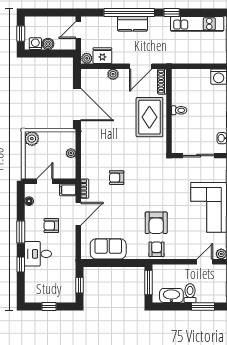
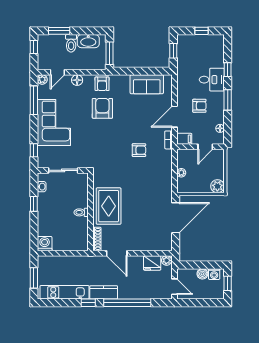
kitchen counter: (132, 24) -> (104, 292), moved
door: (78, 30) -> (174, 287), hinge flipped
door: (141, 66) -> (117, 253), swing flipped
plant: (113, 74) -> (142, 246), removed
door: (77, 105) -> (176, 218), swing flipped
floor lamp: (183, 253) -> (77, 80), added

